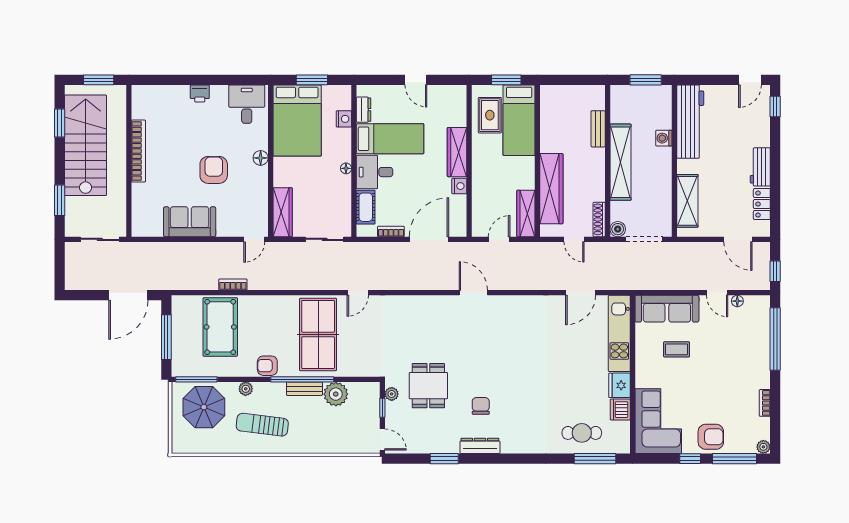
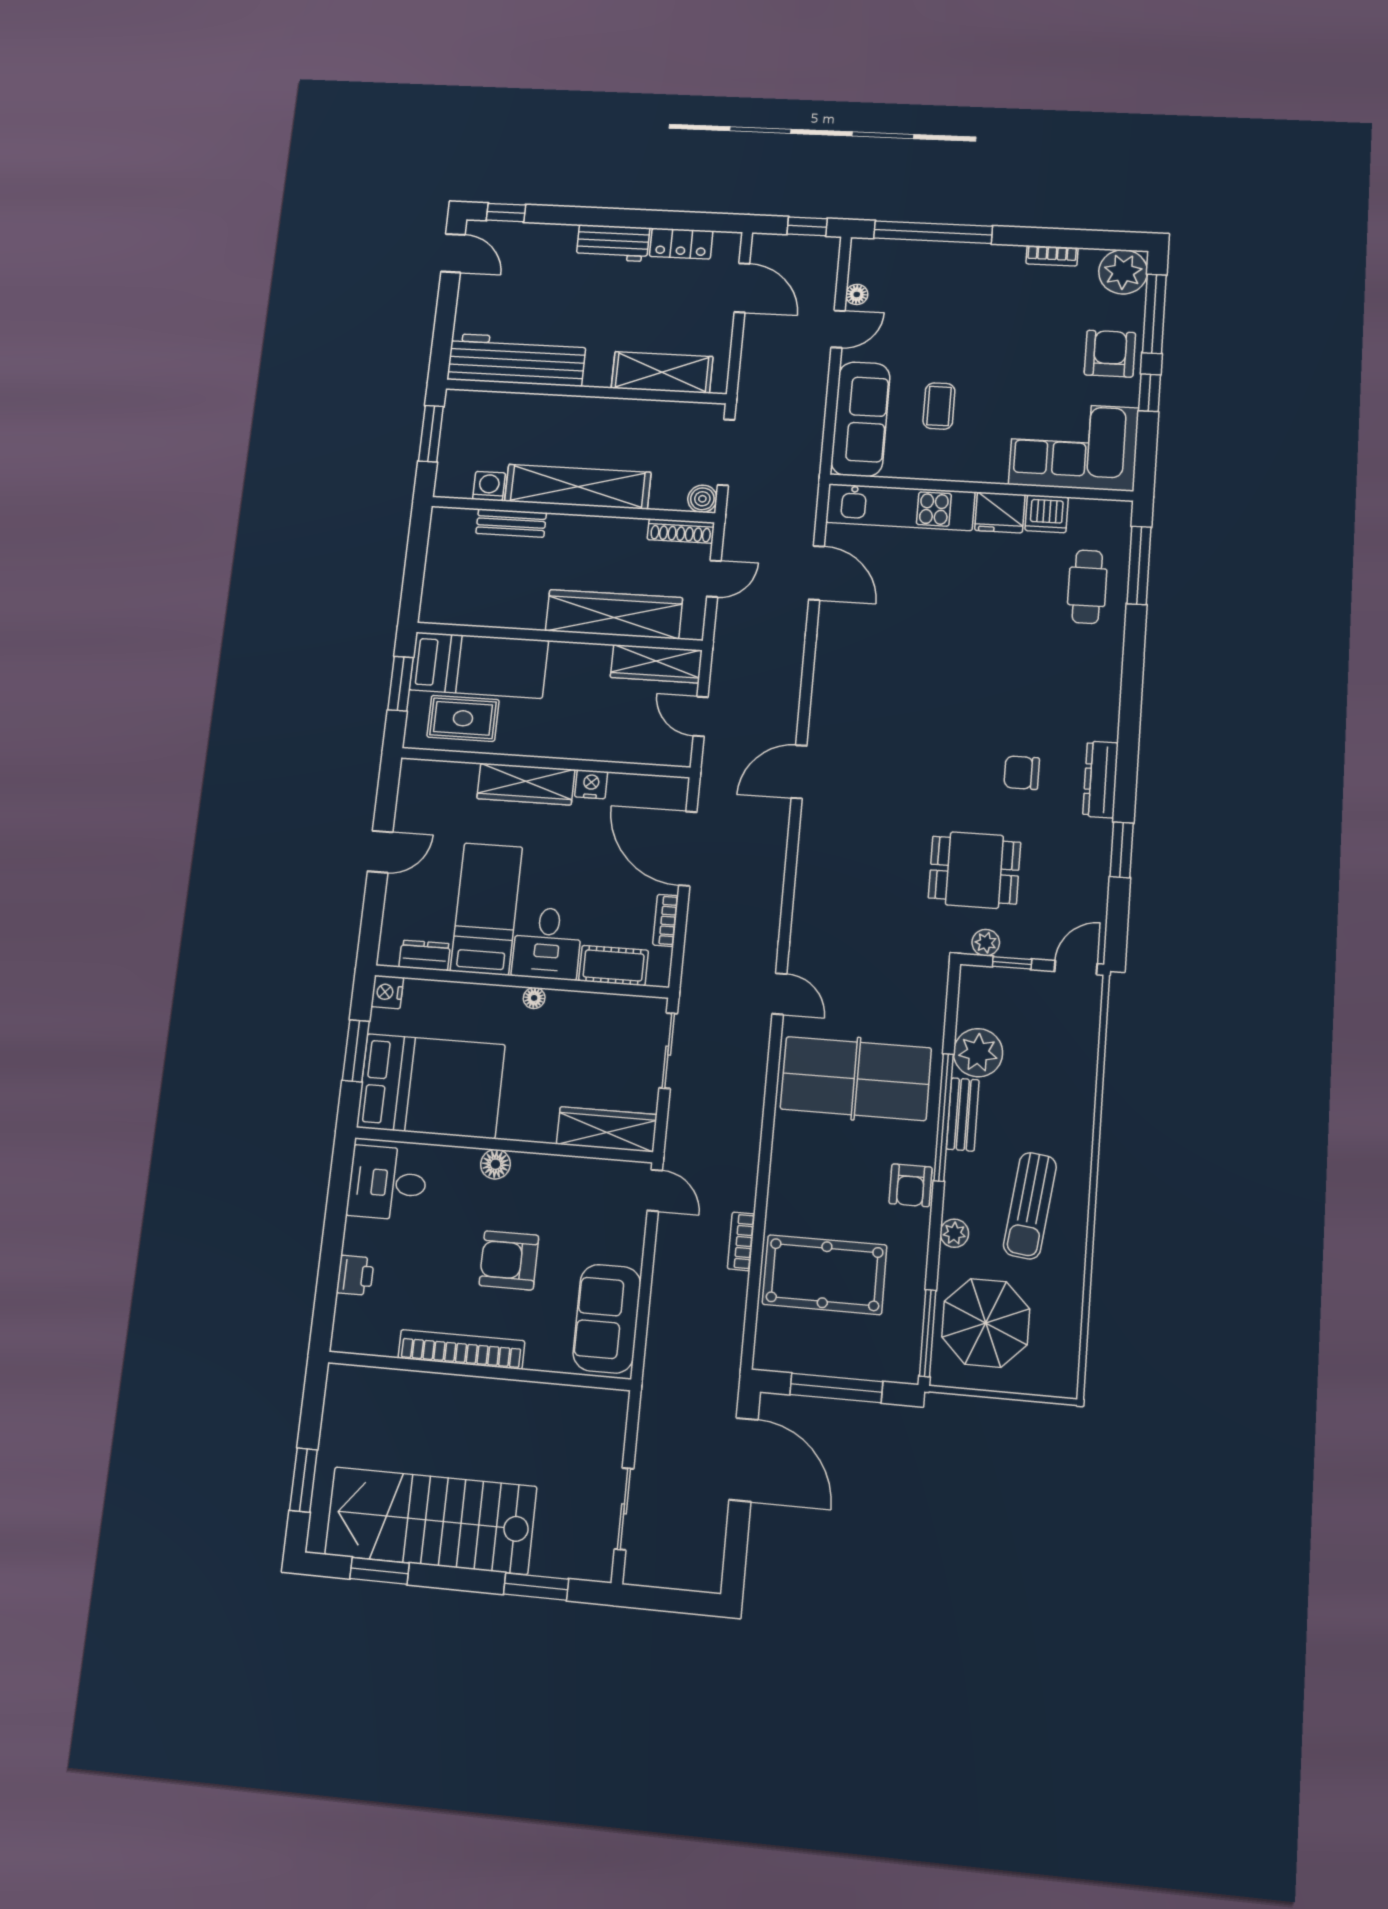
nightstand: (344, 119) -> (387, 992), moved, turned -90
washing machine: (664, 138) -> (489, 486), moved, turned 180
bookcase: (138, 151) -> (461, 1349), moved
wall: (129, 161) -> (479, 1371), moved
door: (738, 239) -> (742, 288), hinge flipped
plant: (763, 447) -> (1123, 272), width x1.88, depth x1.88

